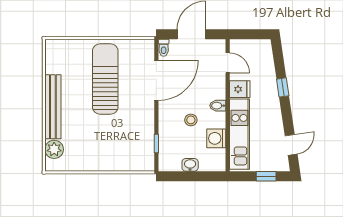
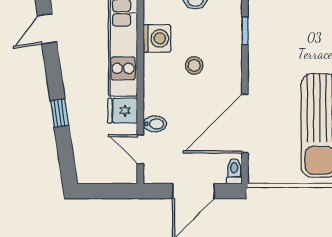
bidet: (218, 106) -> (155, 124), moved

